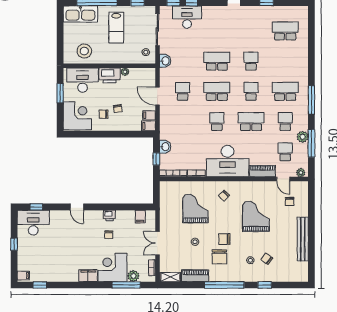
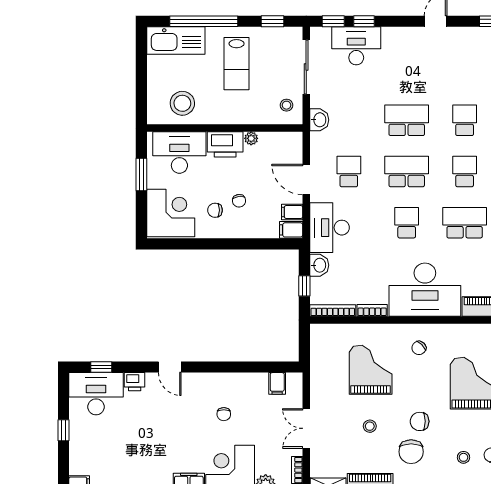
desk: (171, 124) -> (330, 228), added
printer: (109, 216) -> (135, 382), moved

